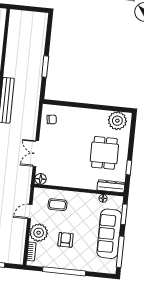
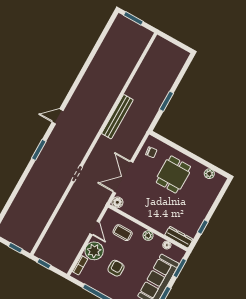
plant: (117, 121) -> (209, 174), width x0.53, depth x0.53
dining table: (104, 153) -> (173, 174), moved
double door: (36, 154) -> (123, 177), width x1.37
plant: (82, 197) -> (148, 236), added
door: (30, 212) -> (95, 228), swing flipped

